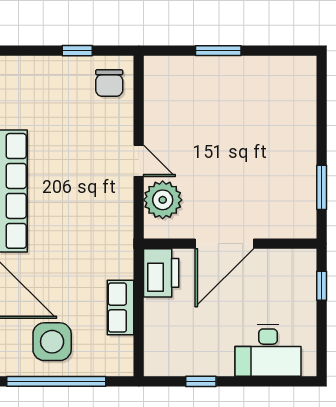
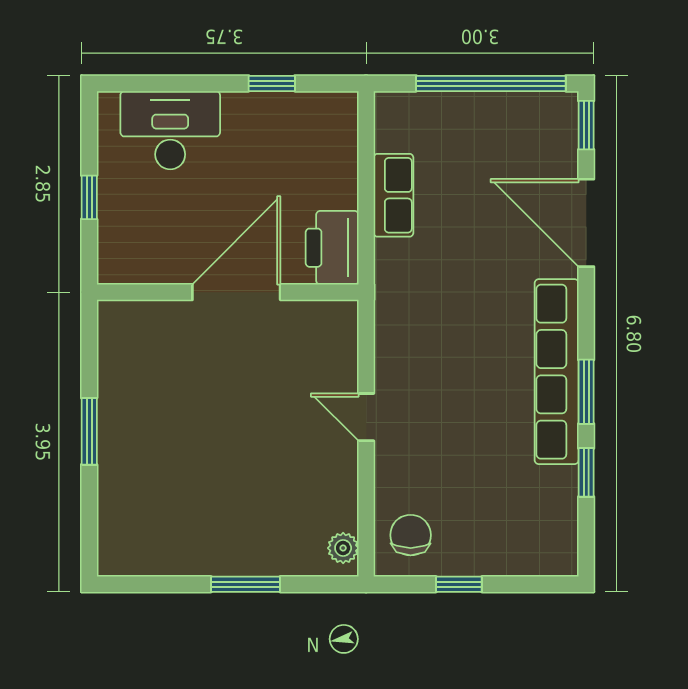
window: (322, 187) -> (89, 431), moved
plant: (163, 200) -> (343, 548), moved, width x0.53, depth x0.53
window: (322, 286) -> (89, 197), moved
side table: (52, 342) -> (497, 144), removed

